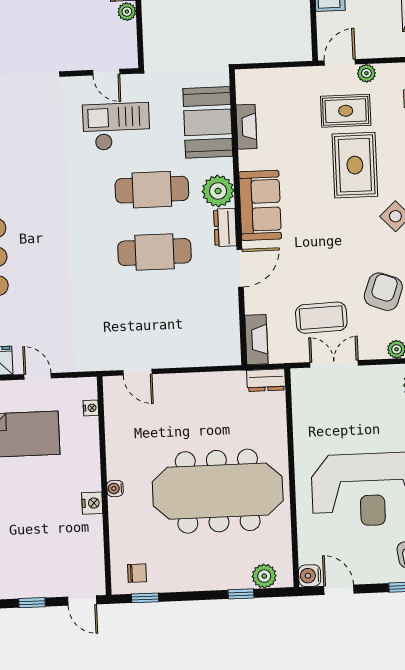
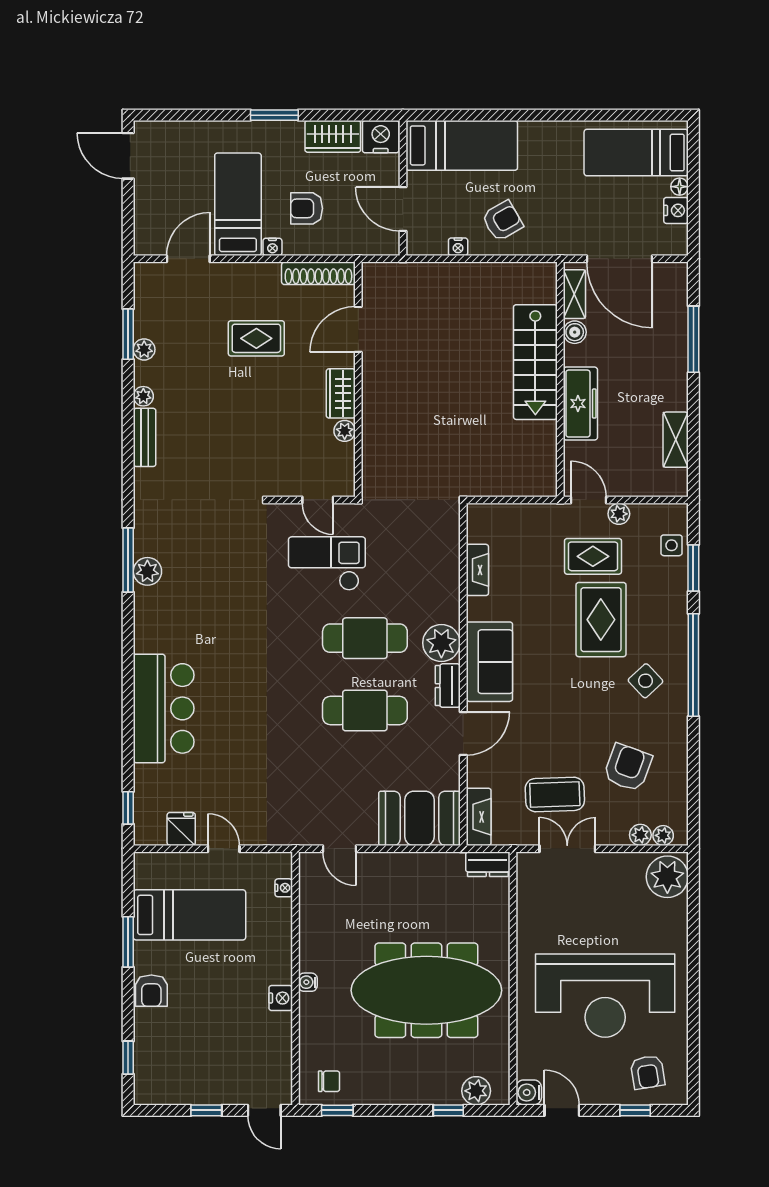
door: (340, 62) -> (588, 500), hinge flipped
booth: (208, 122) -> (420, 818), moved, turned 90

